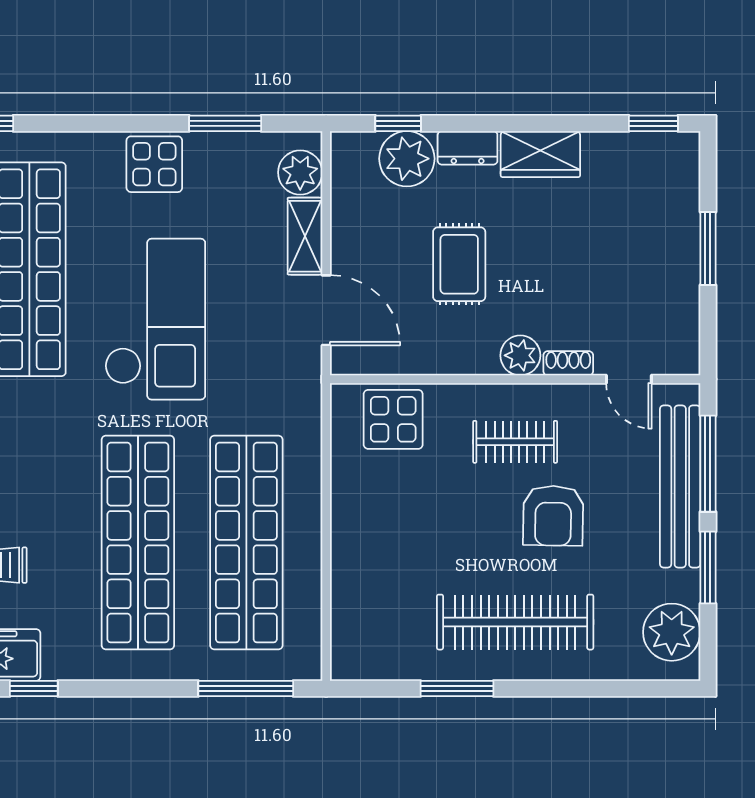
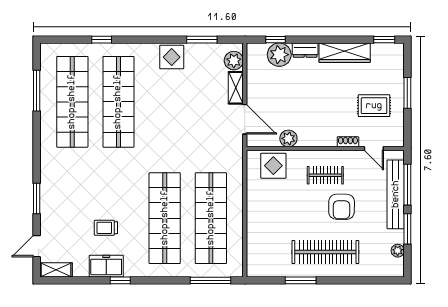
wardrobe: (540, 154) -> (345, 53), width x1.50
rug: (459, 264) -> (374, 106), moved, turned 90
checkout: (155, 319) -> (172, 123), removed
plant: (520, 355) -> (288, 138), moved
plant: (672, 632) -> (398, 251), width x0.53, depth x0.53

